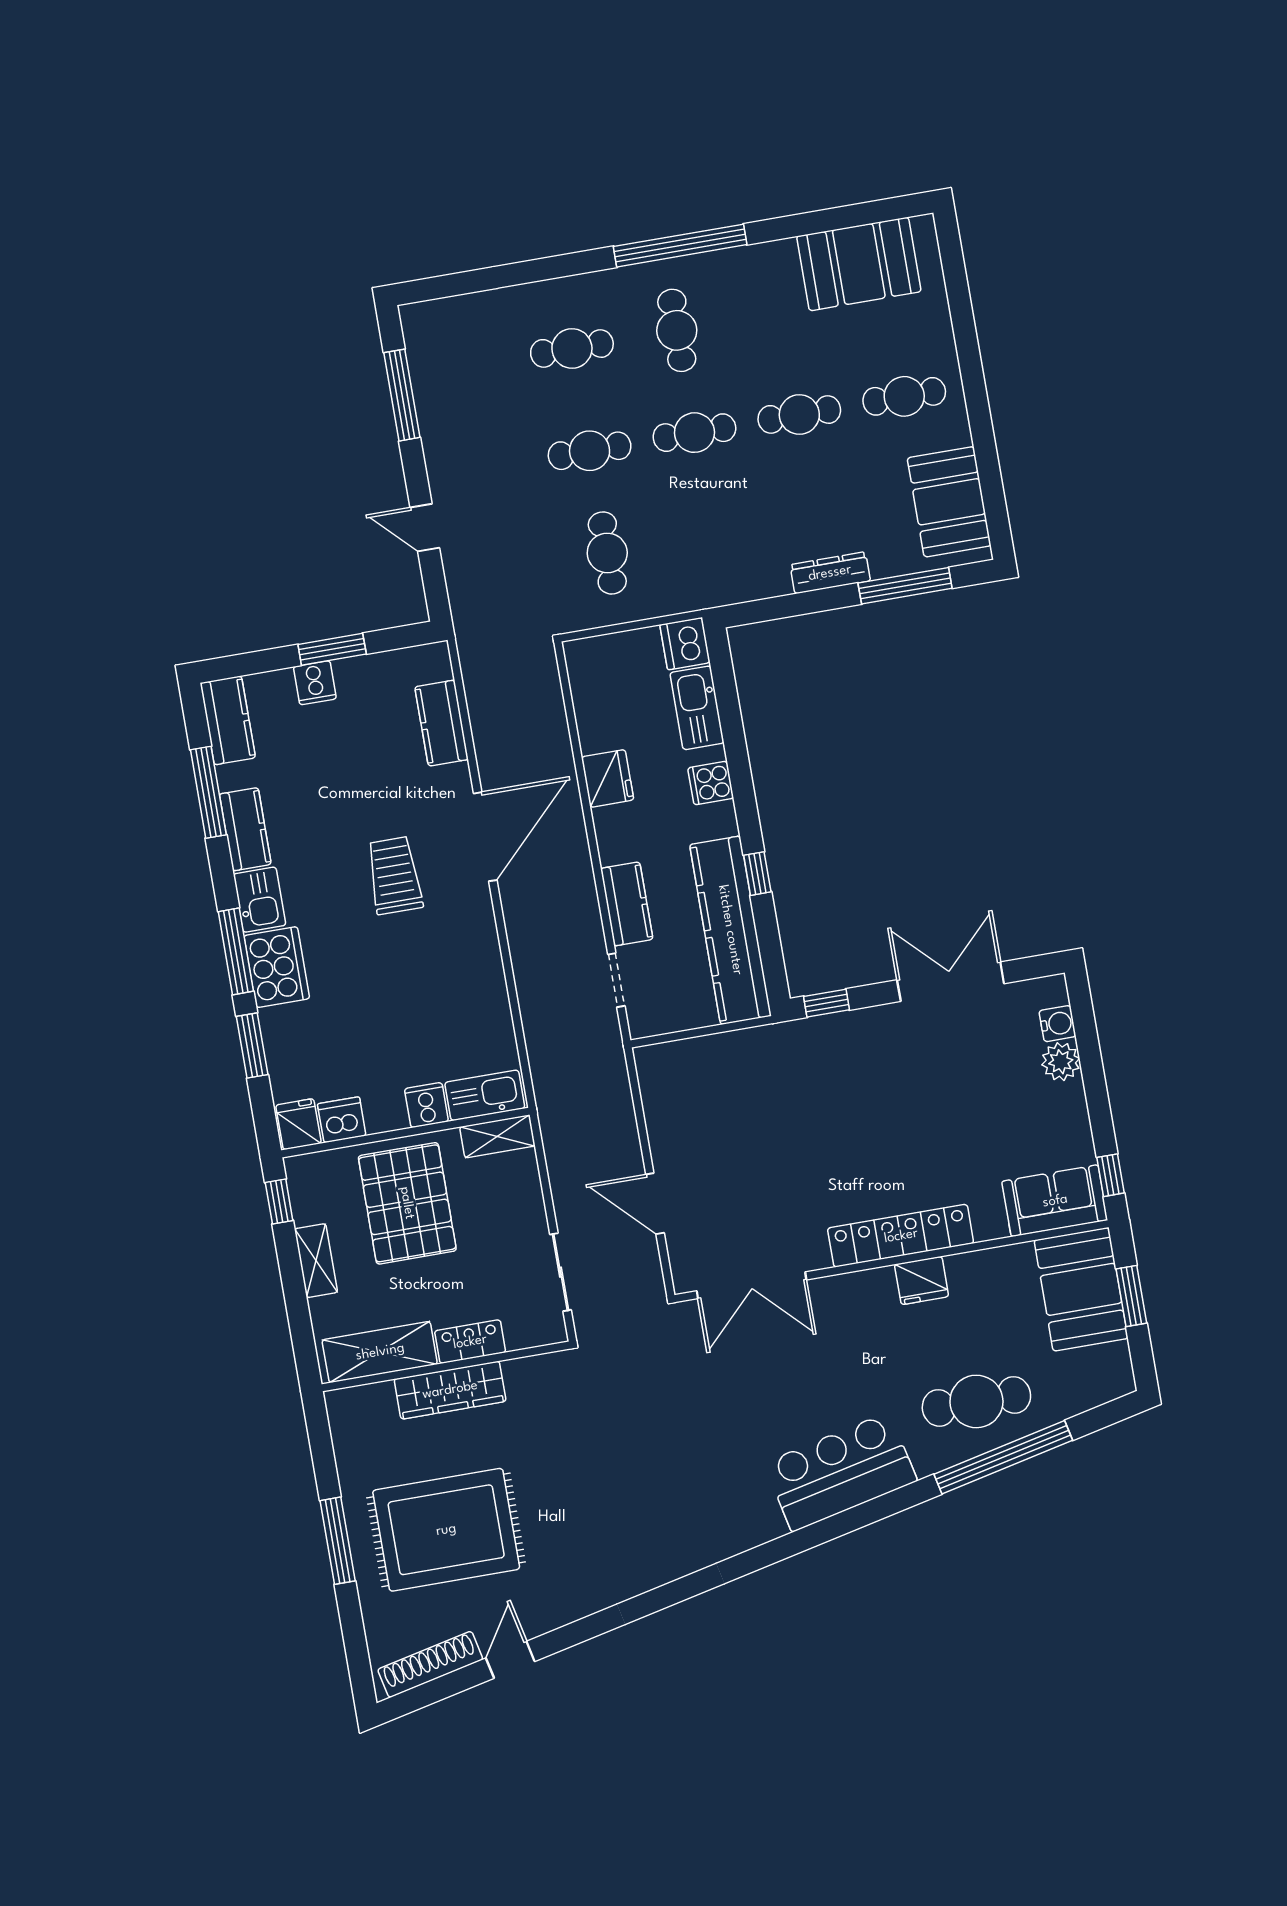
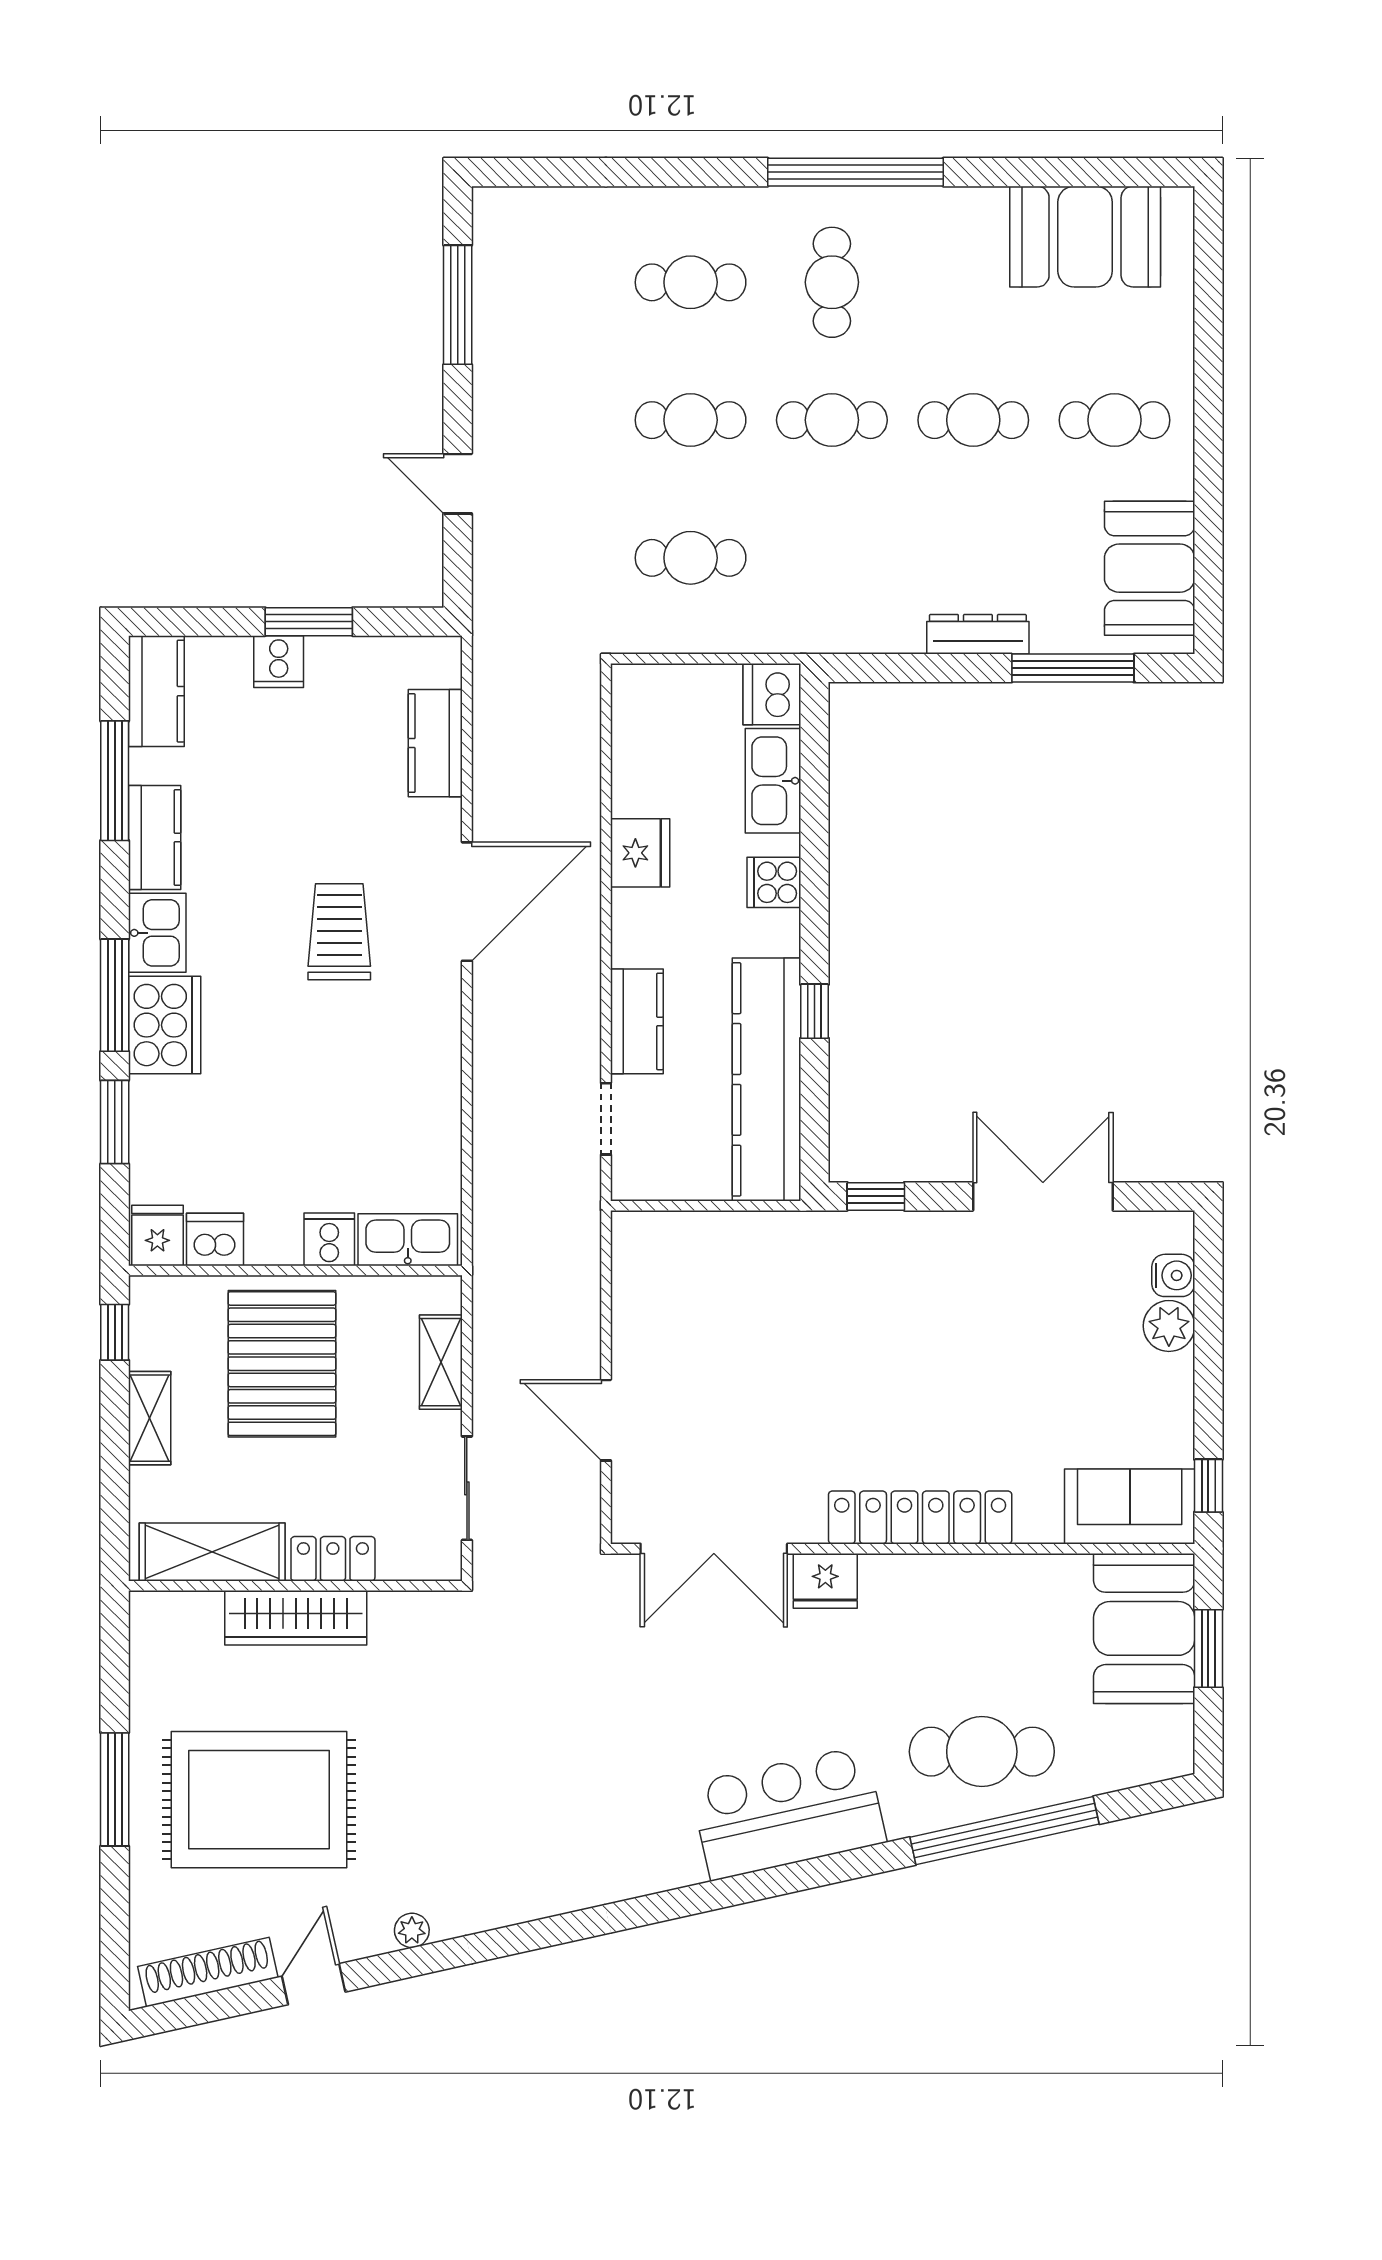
cafe table: (607, 553) -> (691, 558), turned 90
shelving: (497, 1136) -> (441, 1362), moved, turned 90
fridge: (922, 1280) -> (825, 1581), moved
plant: (576, 1607) -> (412, 1930), added

